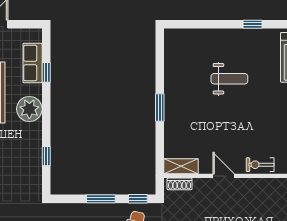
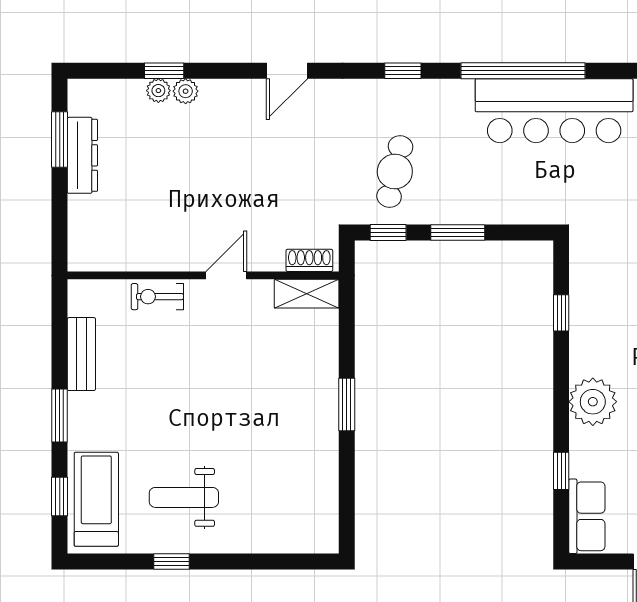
row of seats: (33, 63) -> (587, 516), moved
weight bench: (229, 79) -> (184, 497), moved
exercise bike: (260, 165) -> (157, 297), turned 180
door: (224, 176) -> (226, 275), swing flipped

